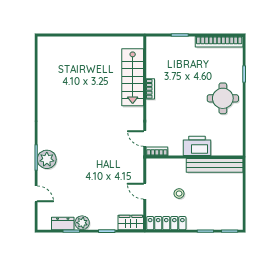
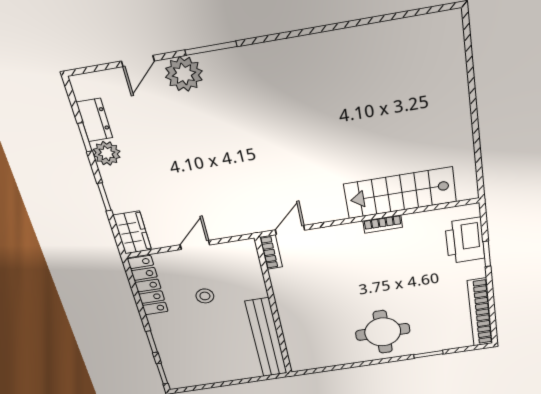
printer: (197, 146) -> (465, 240), moved, turned 180
plant: (47, 159) -> (184, 74), moved

